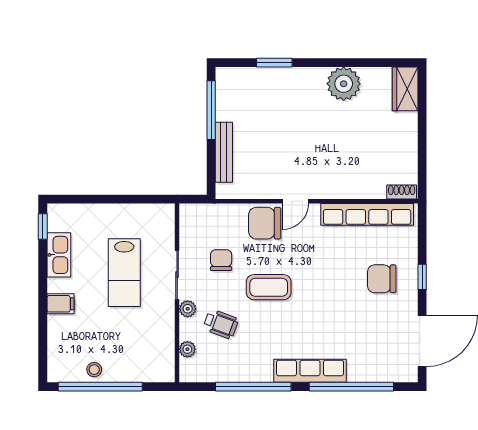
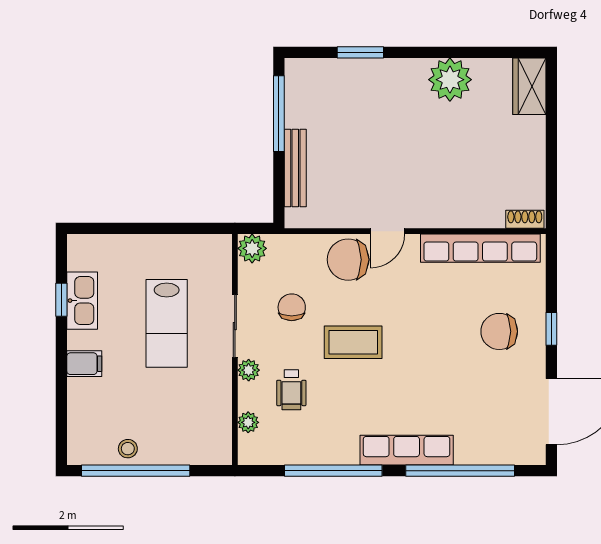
plant: (190, 215) -> (252, 248), added
window: (43, 227) -> (61, 300), moved
wheelchair: (221, 324) -> (291, 390), turned 70

